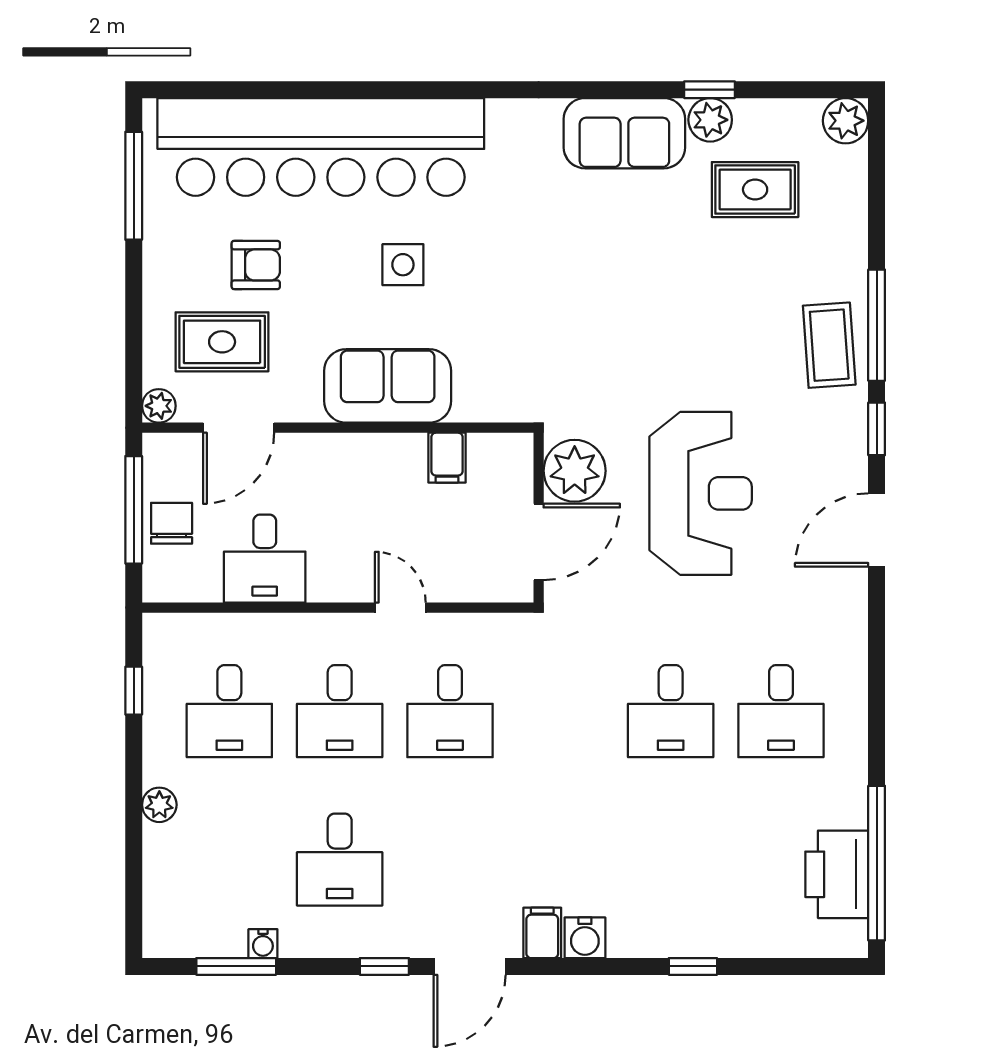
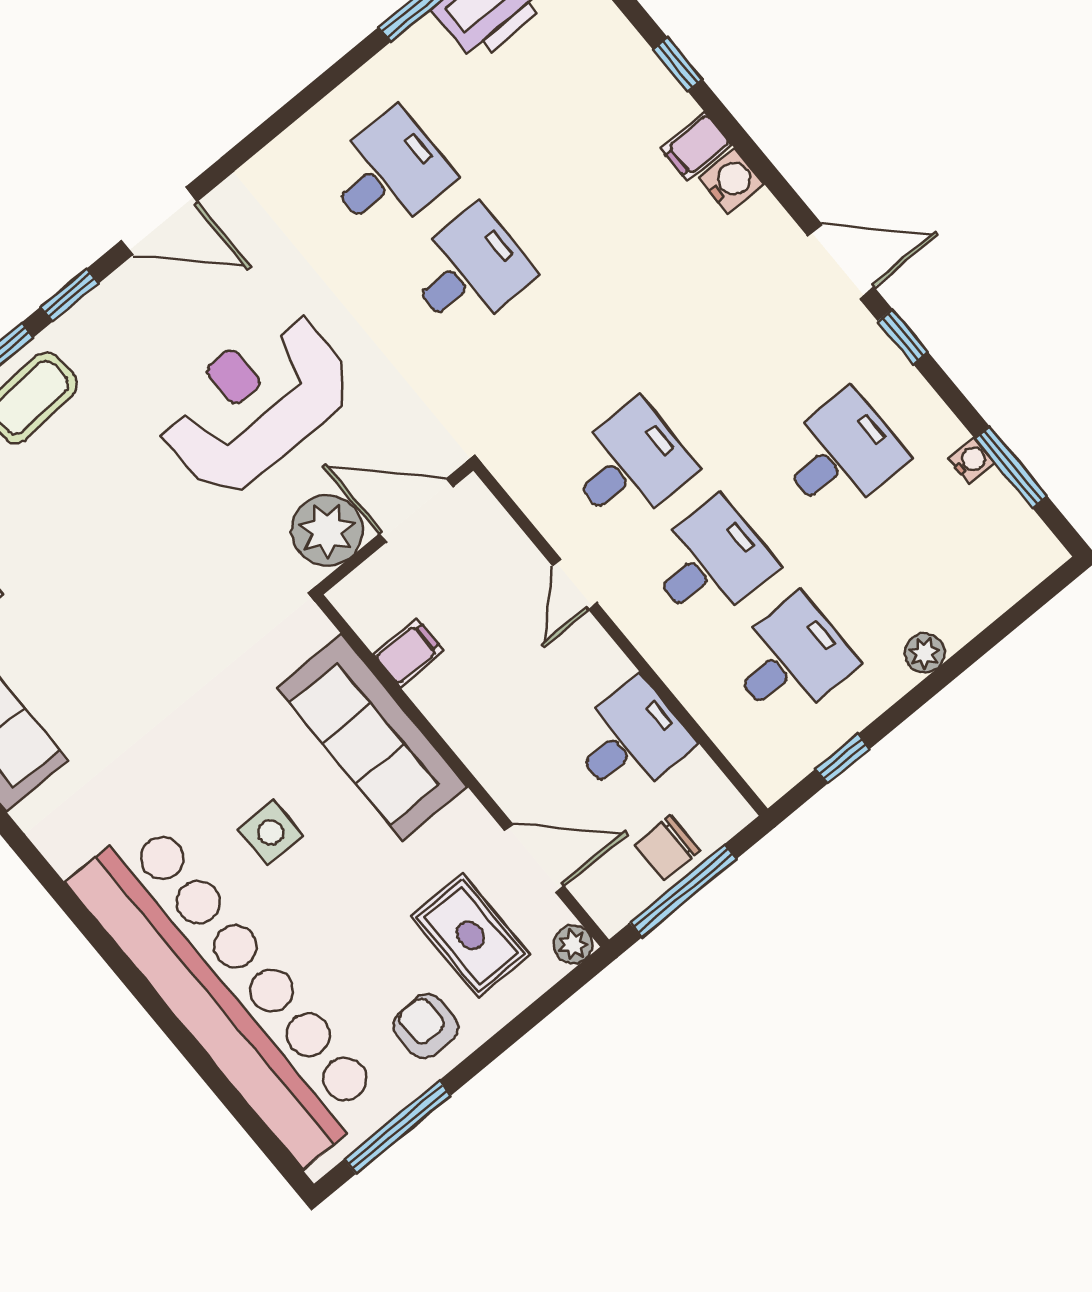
armchair: (256, 265) -> (426, 1026), moved
sofa: (388, 386) -> (372, 737), width x1.36
filing cabinet: (542, 933) -> (696, 147), moved

